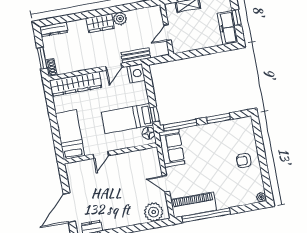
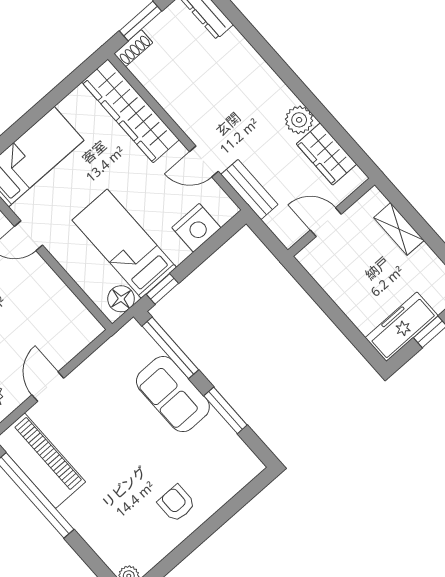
wardrobe: (100, 23) -> (326, 154), moved
nightstand: (136, 73) -> (196, 228), moved
sofa: (172, 148) -> (173, 394), moved, turned 90

